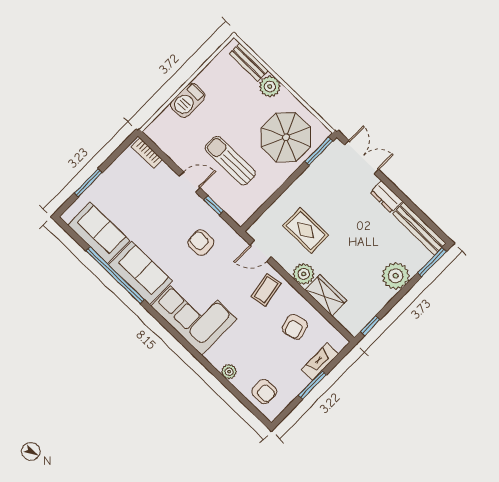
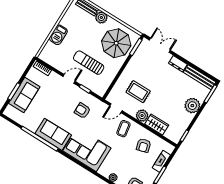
sofa: (99, 233) -> (24, 95), moved, turned 90

